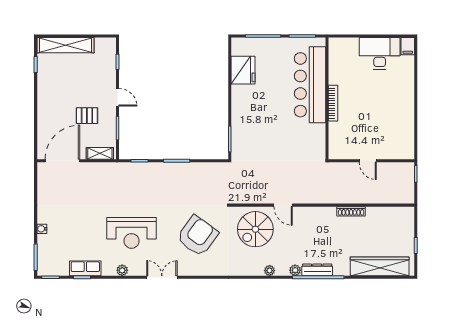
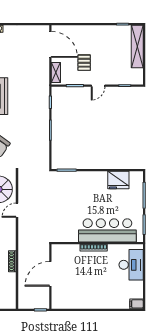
desk: (380, 53) -> (131, 265), moved
door: (368, 161) -> (50, 274), width x1.88

